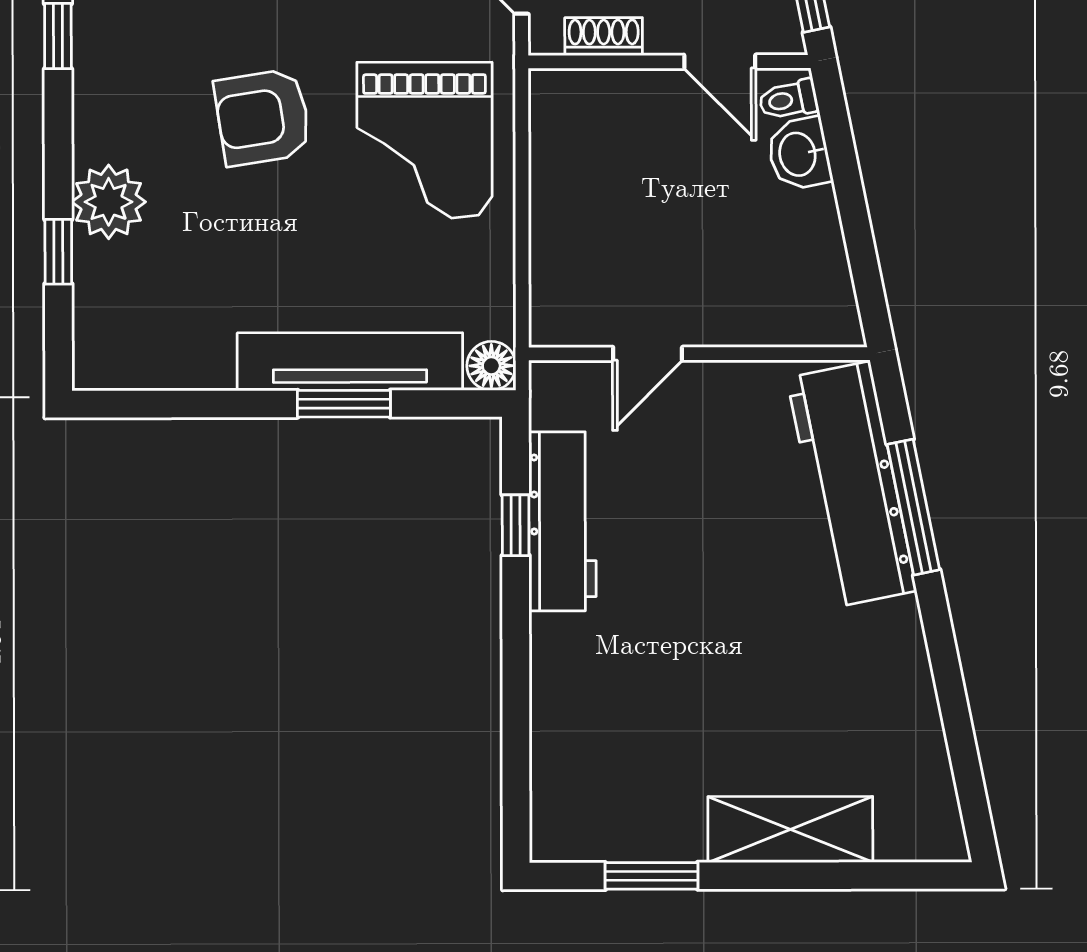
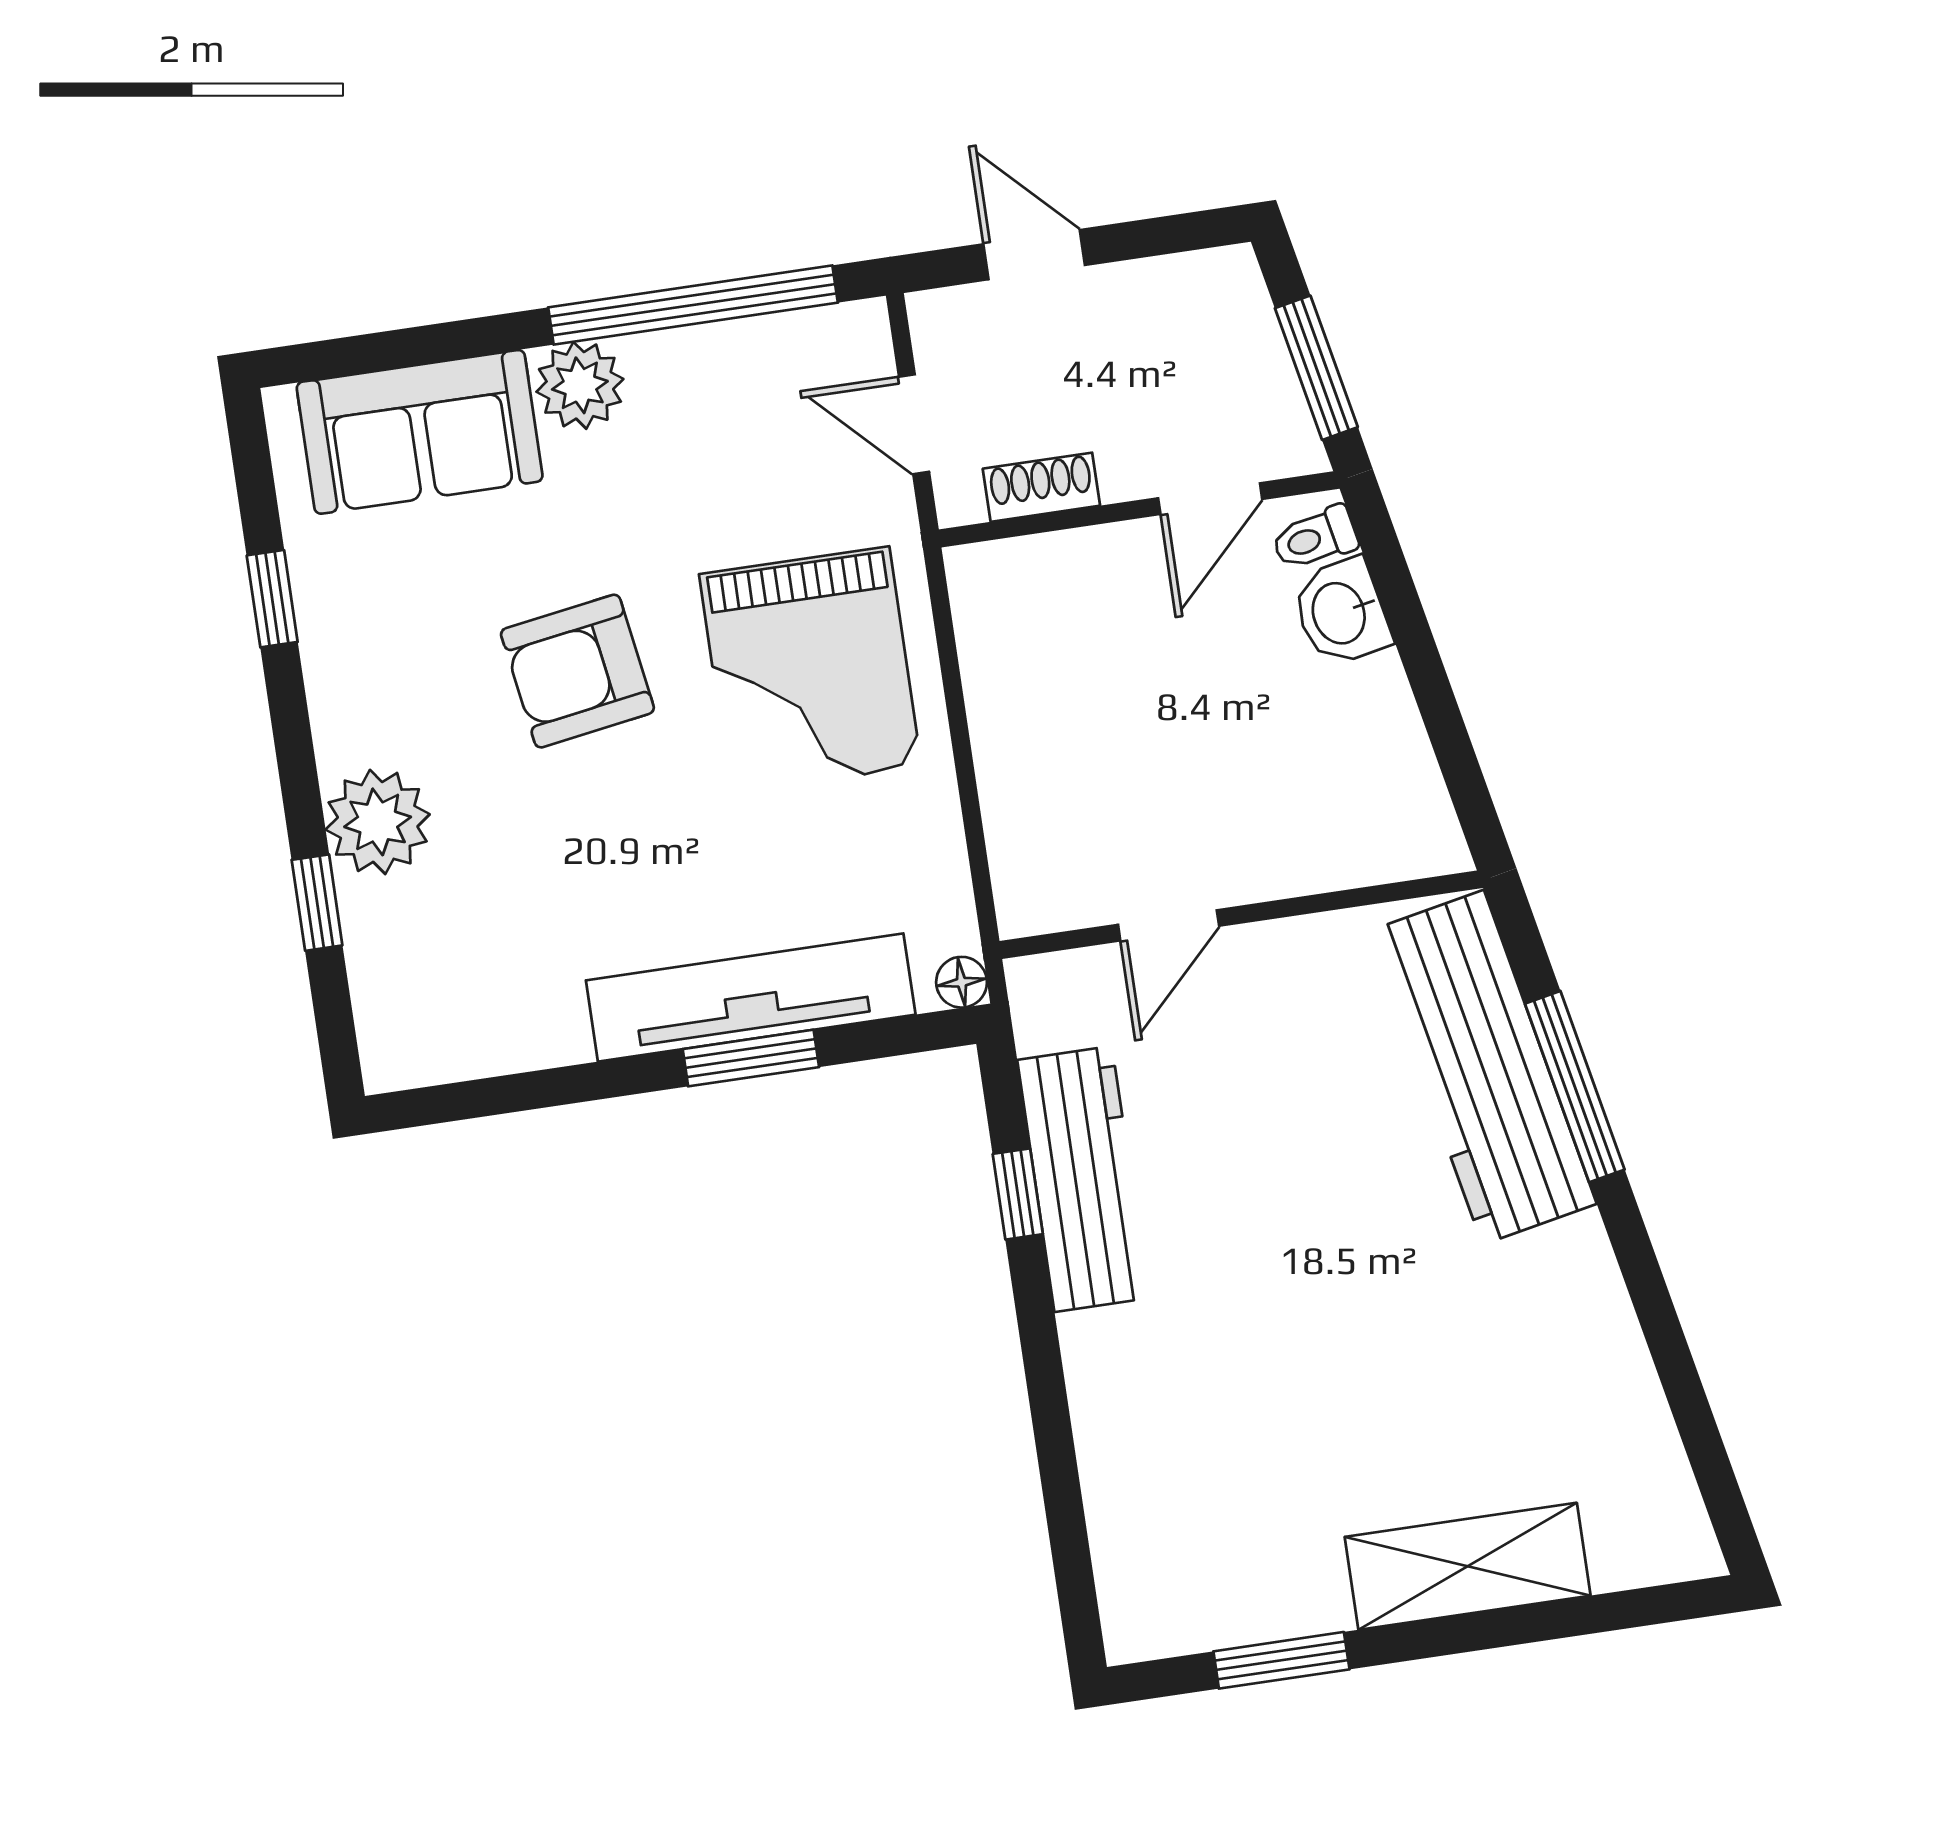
door: (720, 62) -> (1210, 499), hinge flipped
floor lamp: (491, 366) -> (962, 982), width x0.73, depth x0.73

